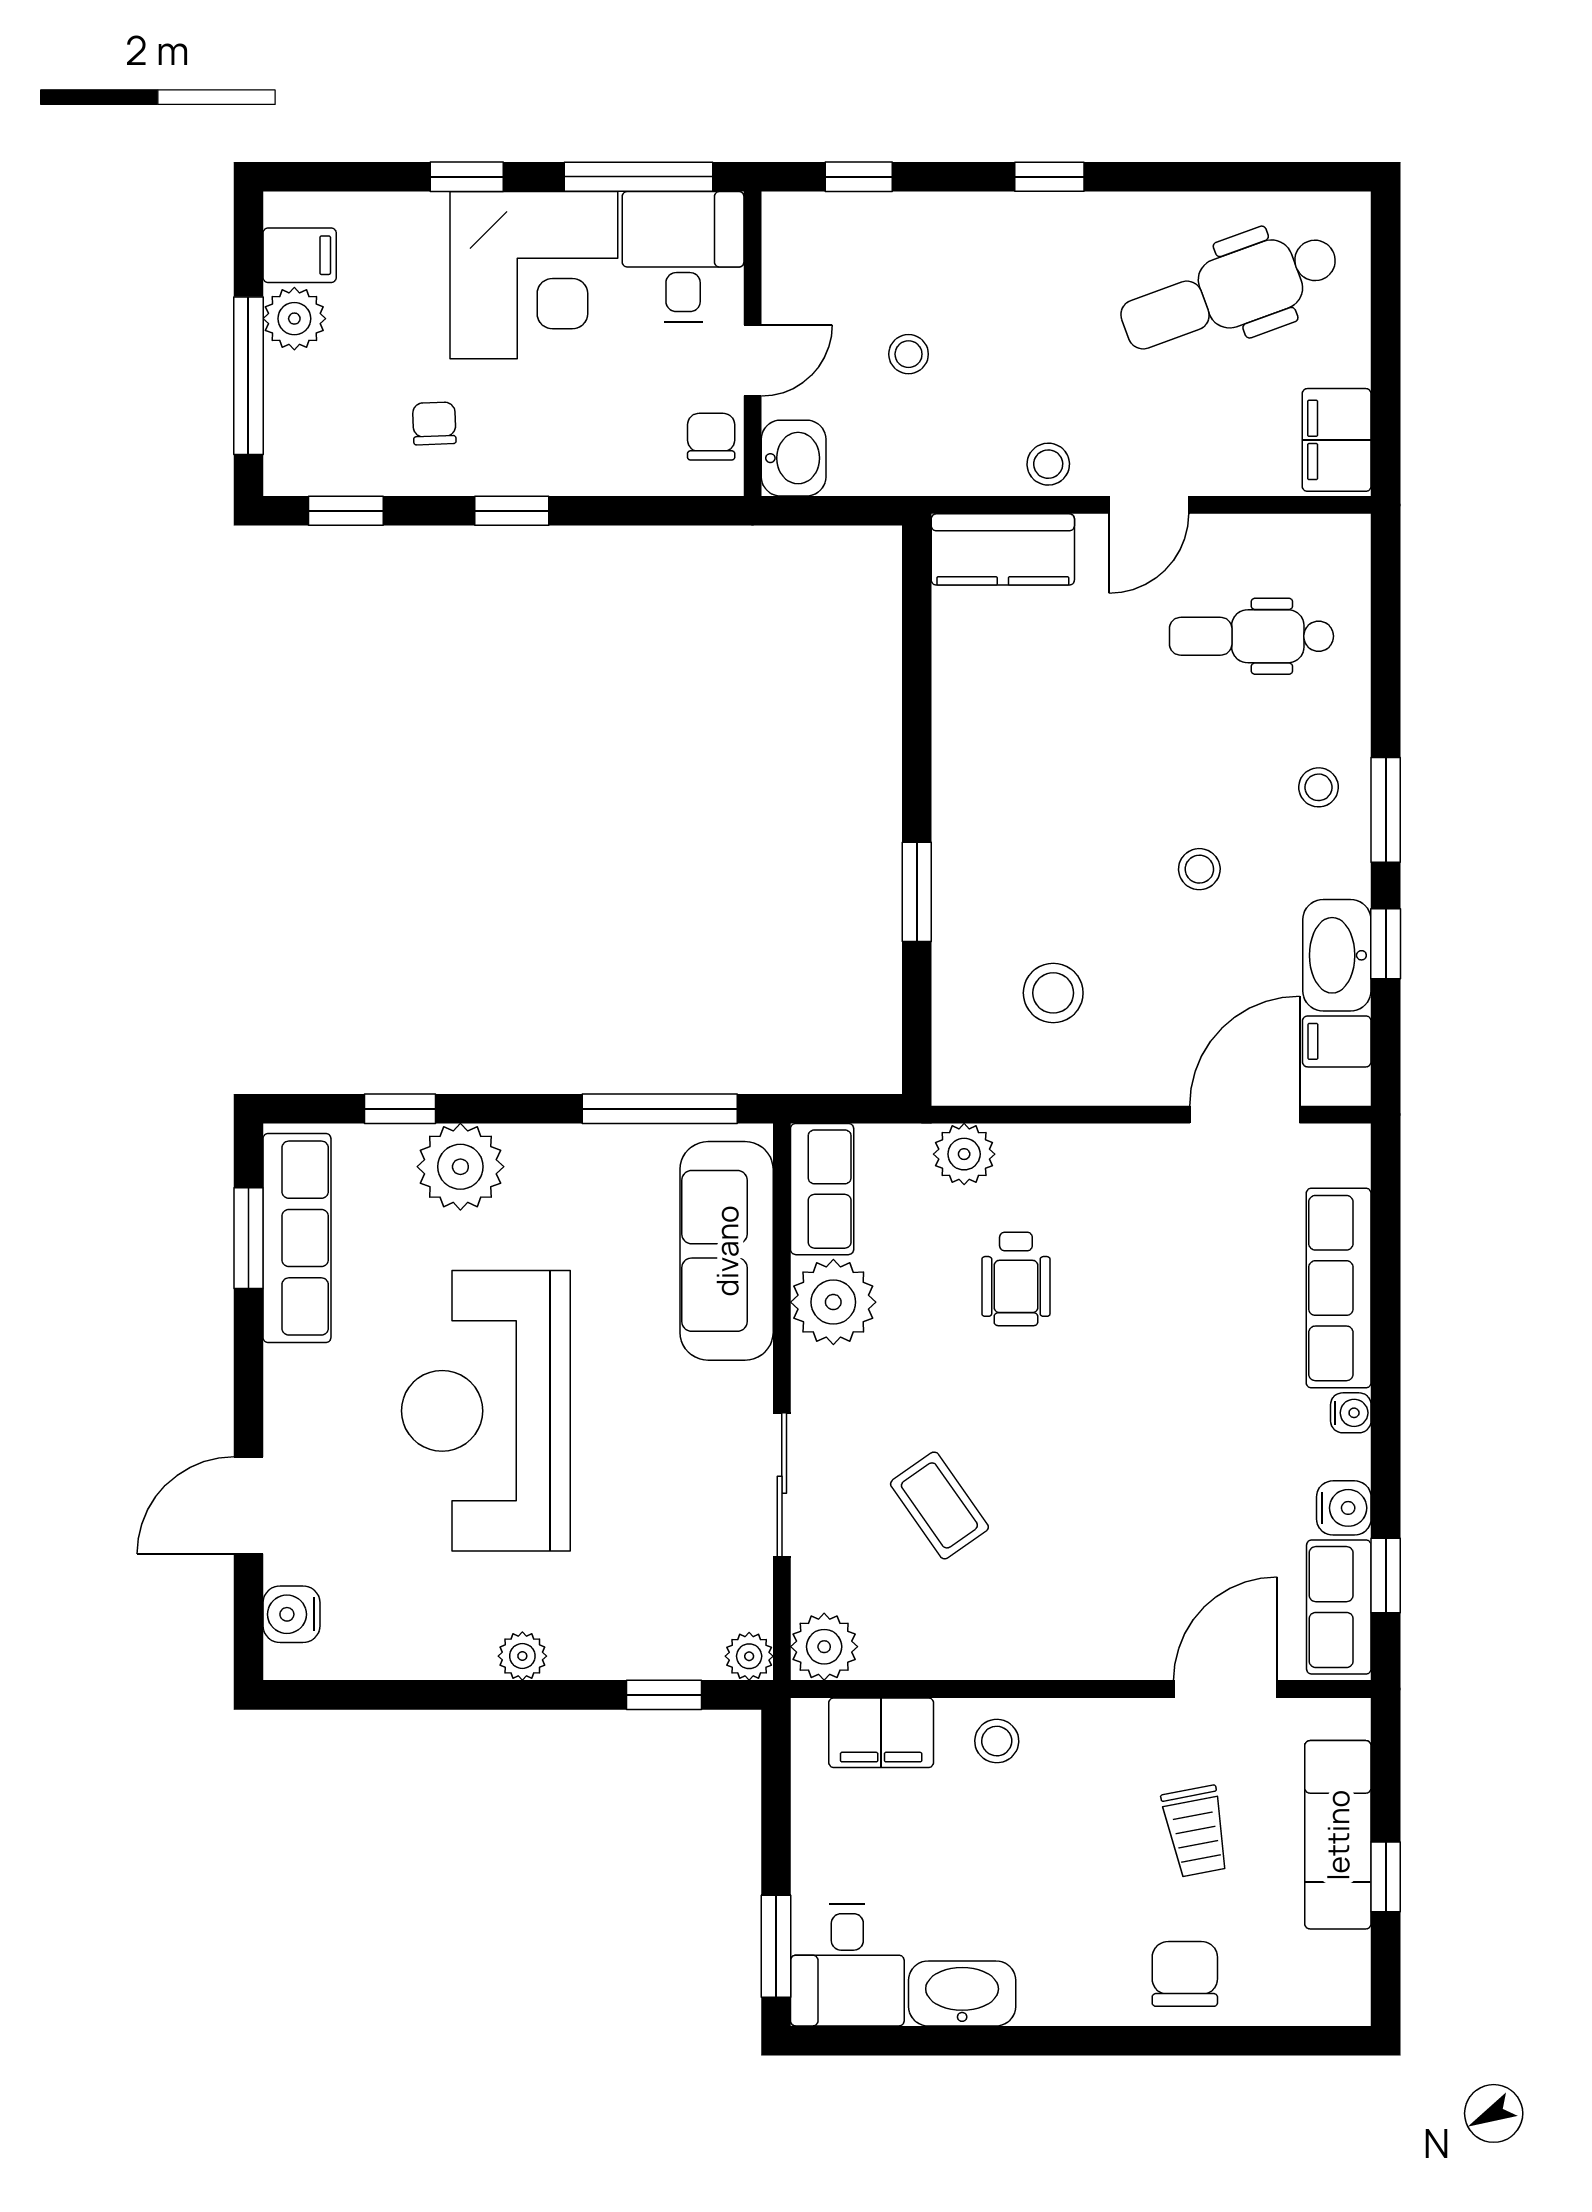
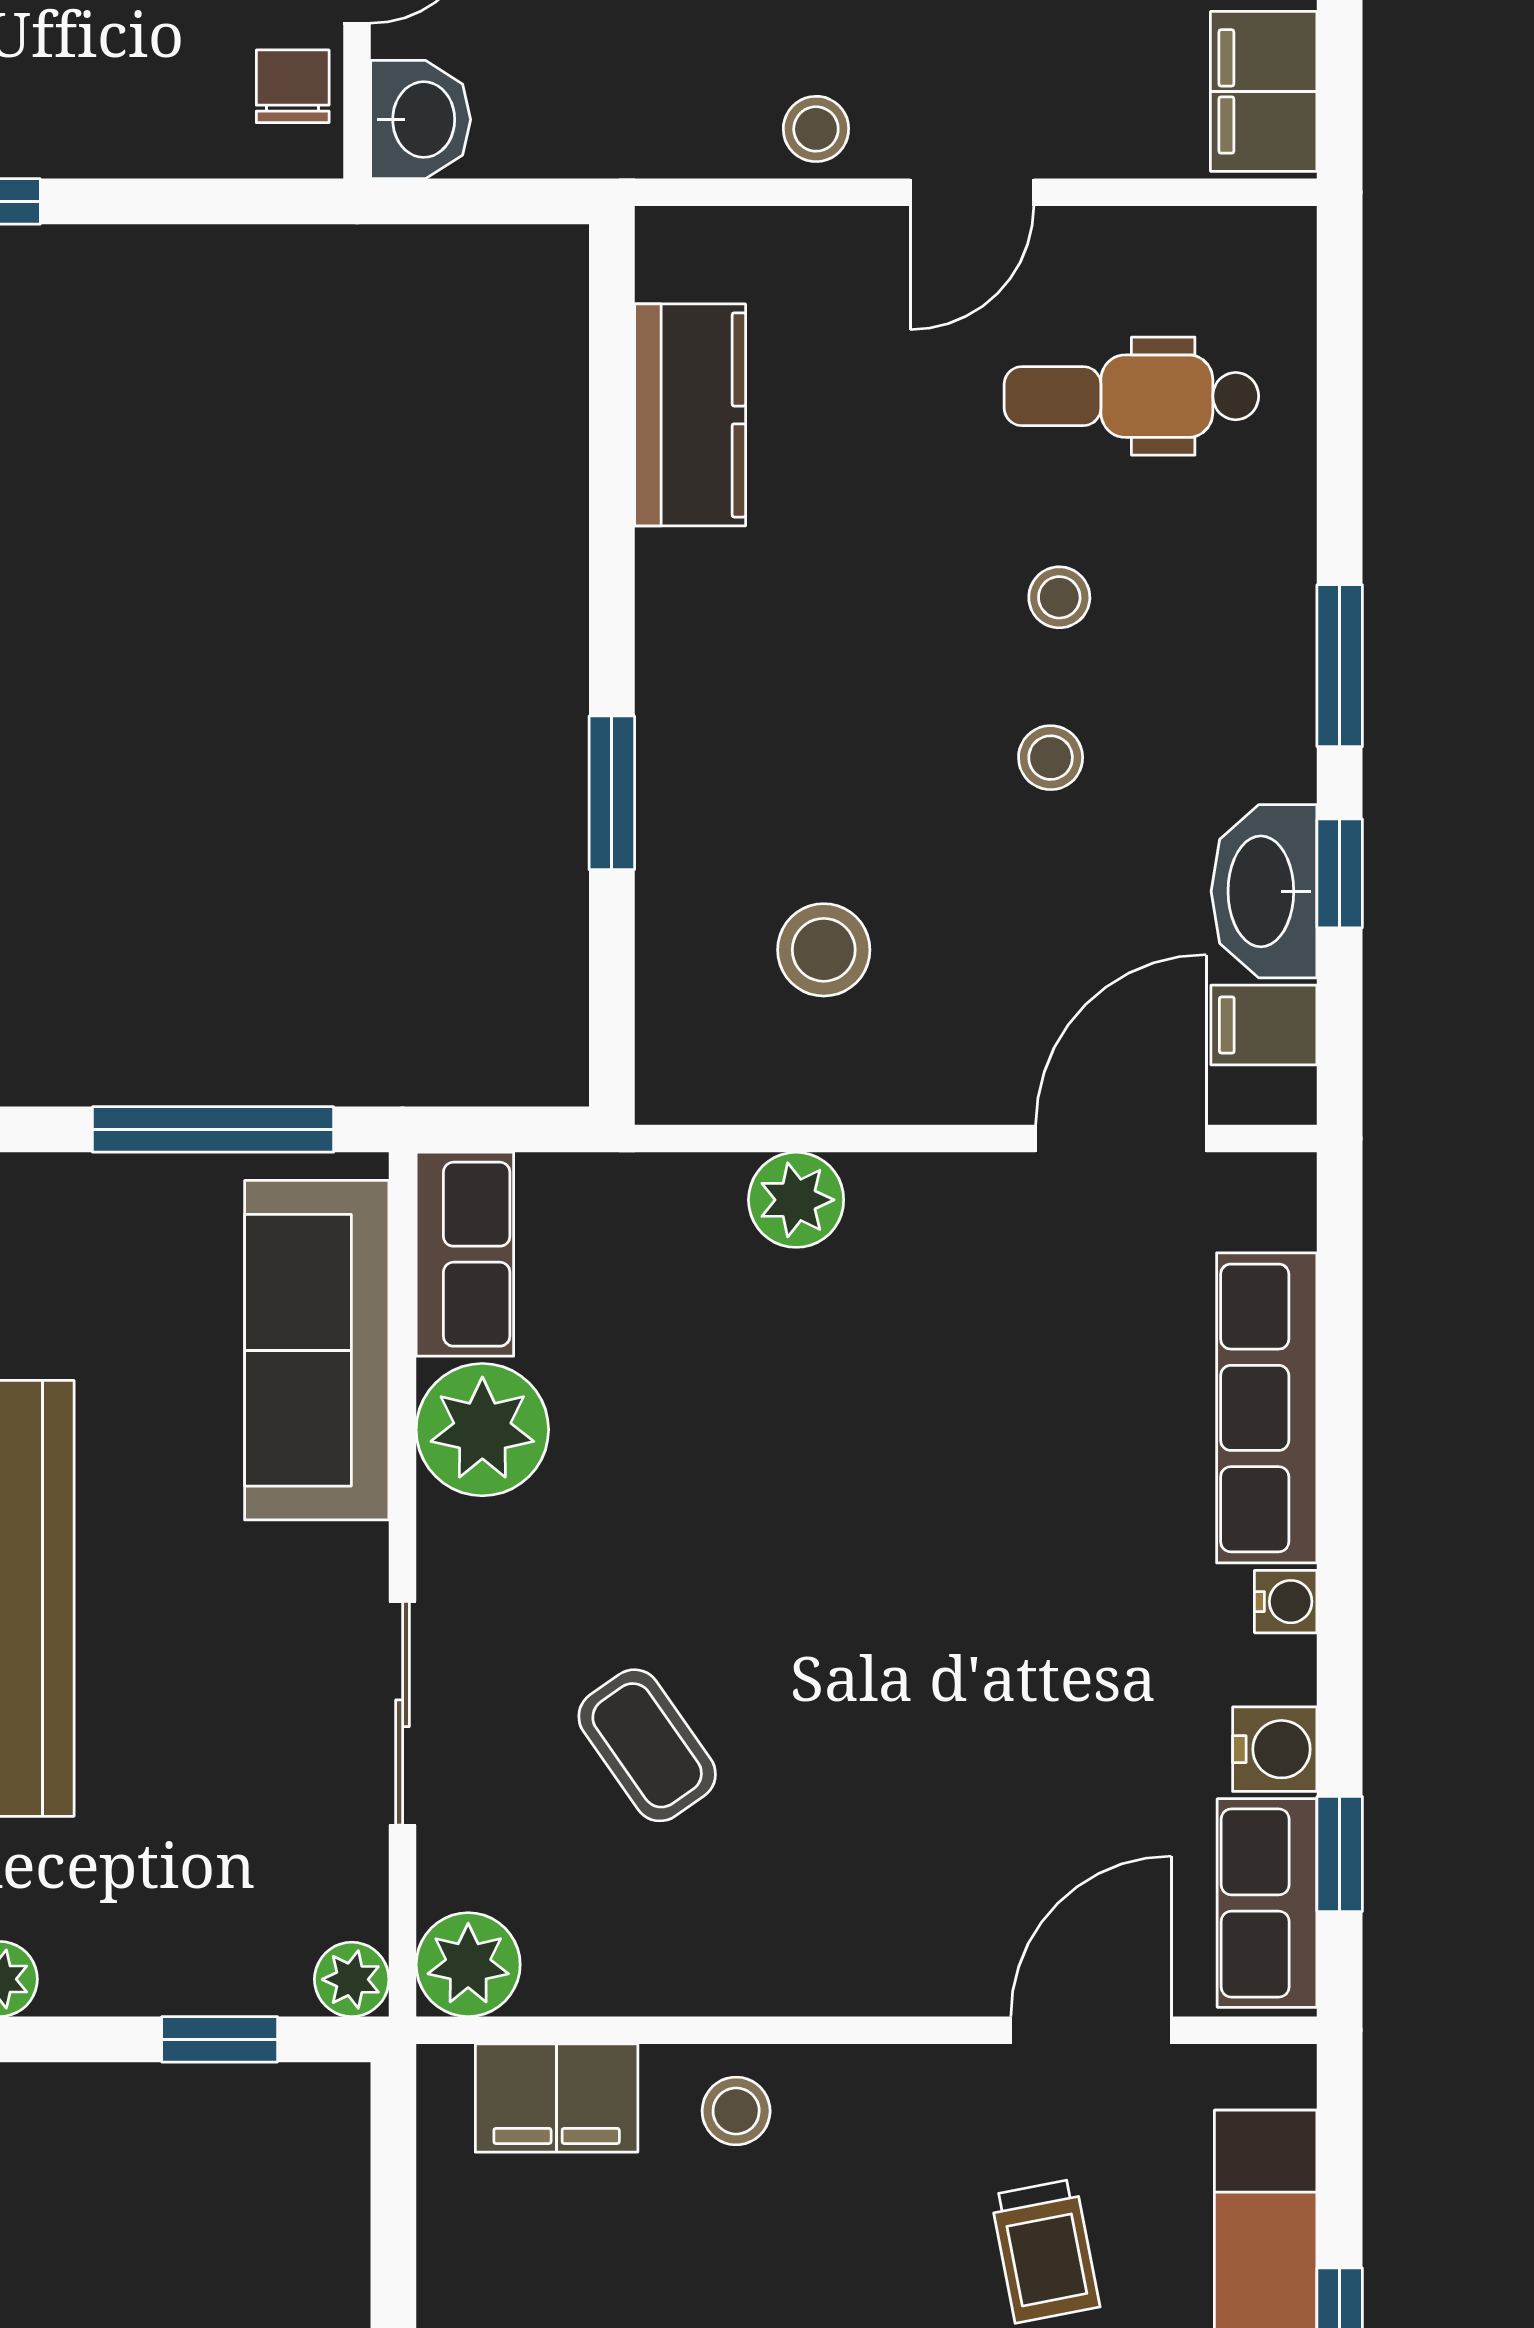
kitchen counter: (1003, 549) -> (690, 415), moved, turned -90
stool: (1319, 787) -> (1059, 597), moved
plant: (964, 1154) -> (796, 1200), moved
wheelchair: (1016, 1279) -> (766, 1394), removed

